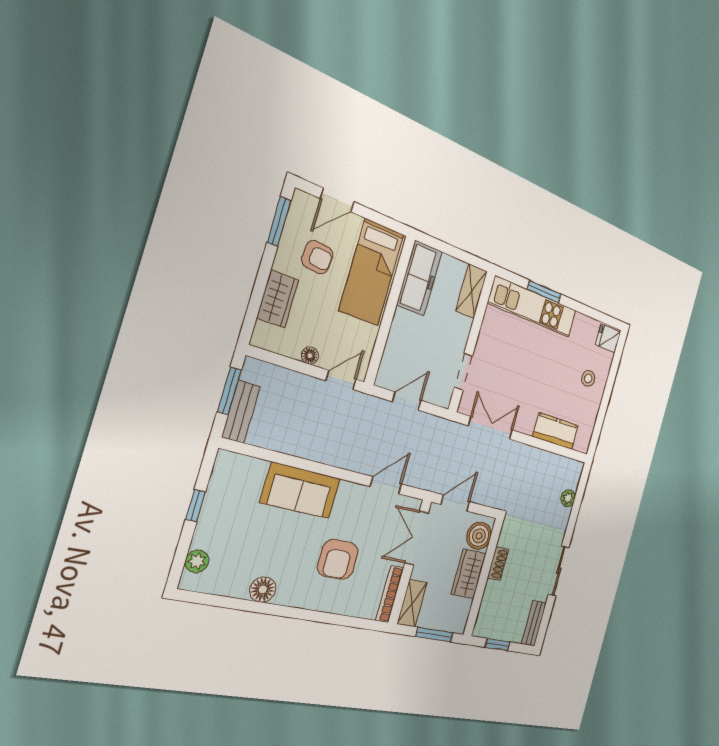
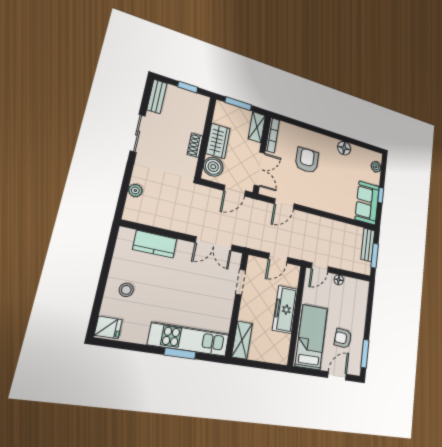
freezer: (419, 278) -> (285, 309), moved
wardrobe: (278, 299) -> (359, 310), removed
sofa: (301, 490) -> (367, 203), moved, turned -90

